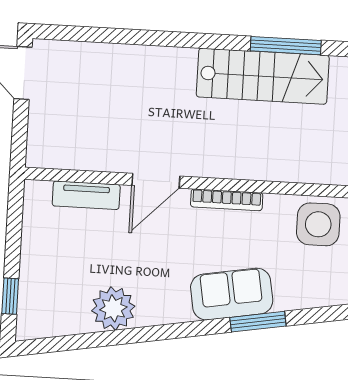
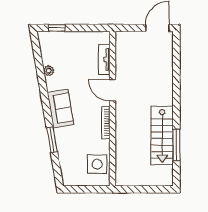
sofa: (232, 294) -> (60, 108), moved
plant: (113, 308) -> (49, 71), width x0.53, depth x0.53

